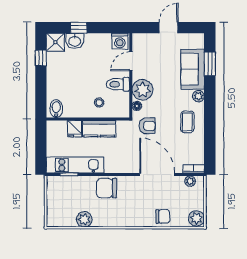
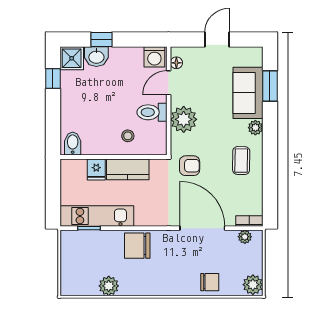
floor lamp: (137, 106) -> (176, 63), moved

